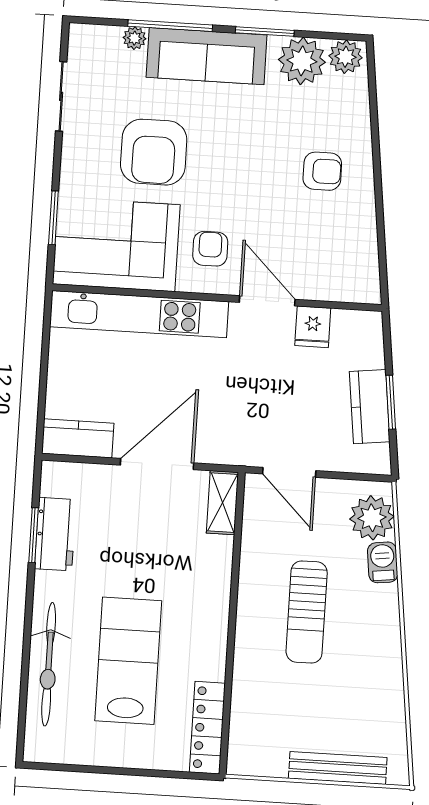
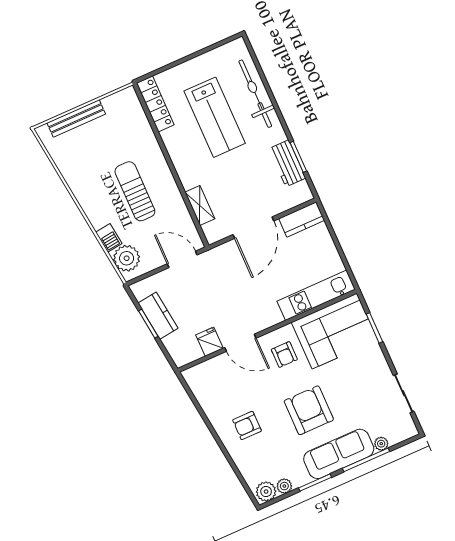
plant: (302, 61) -> (284, 486), width x0.53, depth x0.53
armchair: (154, 152) -> (309, 410), moved
kitchen unit: (139, 314) -> (316, 295), width x0.73
shelving: (222, 503) -> (200, 205), moved

